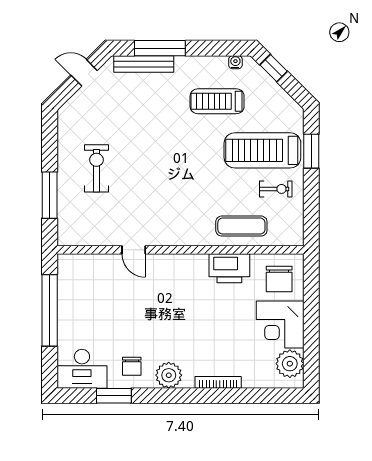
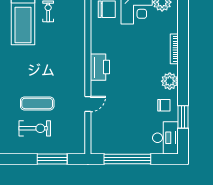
exercise bike: (96, 168) -> (35, 128), turned 180
exercise mat: (241, 226) -> (37, 103), moved, turned 90
printer: (229, 268) -> (100, 67), moved

